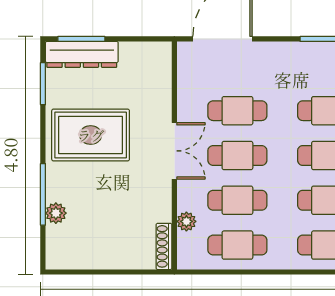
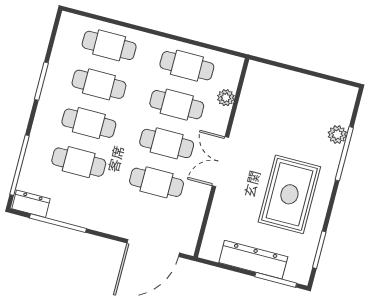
dresser: (82, 54) -> (253, 260), moved
rug: (91, 135) -> (289, 194), turned 90
shoe rack: (164, 246) -> (251, 81), removed

